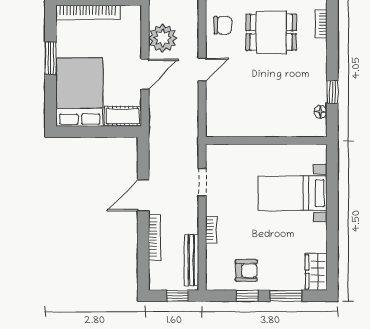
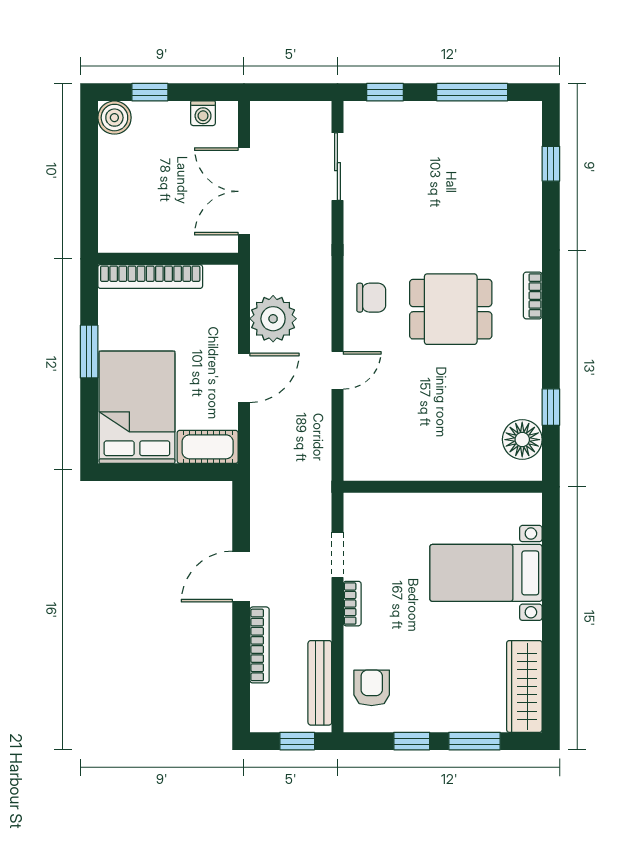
floor lamp: (321, 112) -> (522, 440), width x1.89, depth x1.89
bookcase: (211, 230) -> (352, 604), moved
armchair: (246, 271) -> (372, 688), moved, turned -90
wardrobe: (316, 272) -> (524, 686), width x1.50

